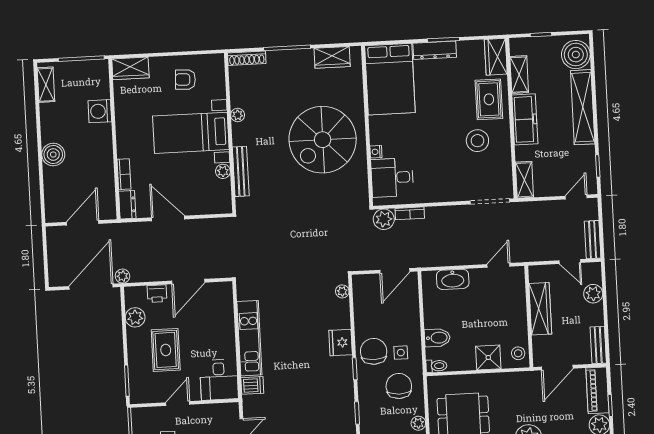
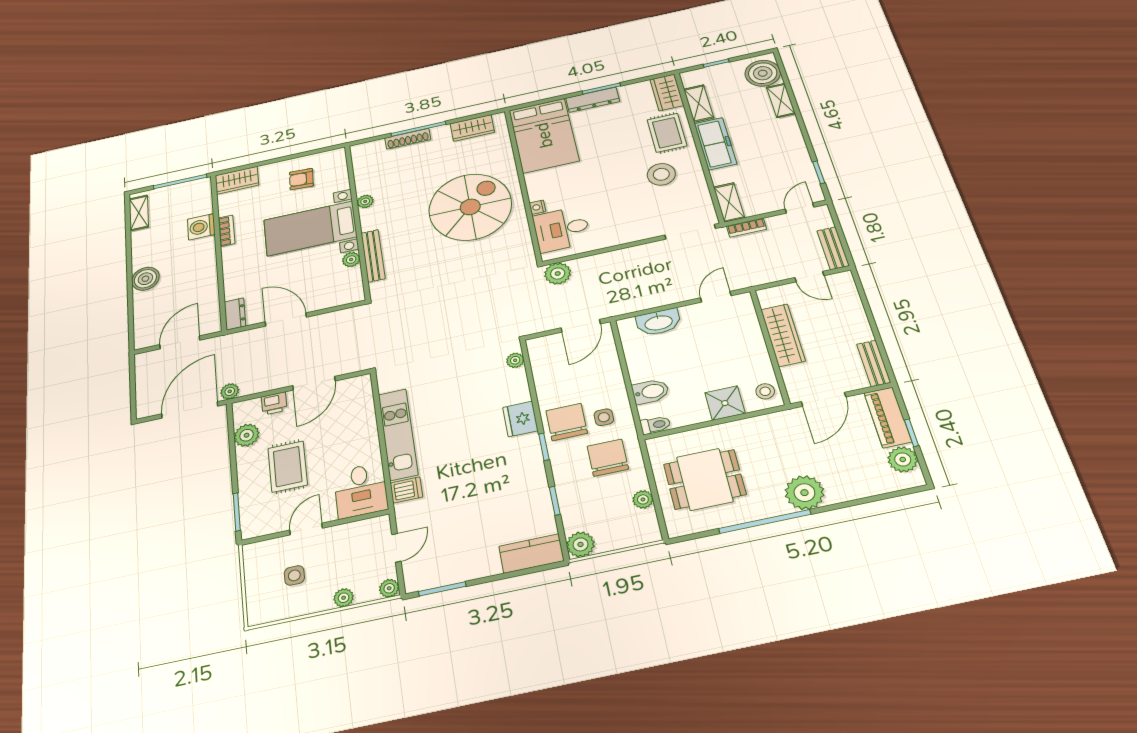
shoe rack: (247, 58) -> (408, 139), moved
shelving: (583, 107) -> (781, 100), width x0.45, depth x0.75
spiral stairs: (323, 140) -> (470, 207), turned 180
bookcase: (124, 174) -> (227, 231), moved
bookcase: (410, 213) -> (746, 228), moved
plant: (593, 294) -> (850, 306), removed

